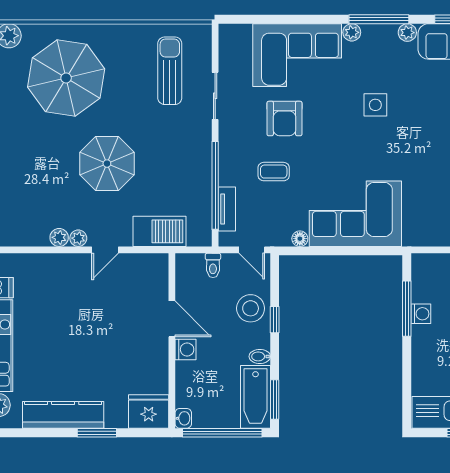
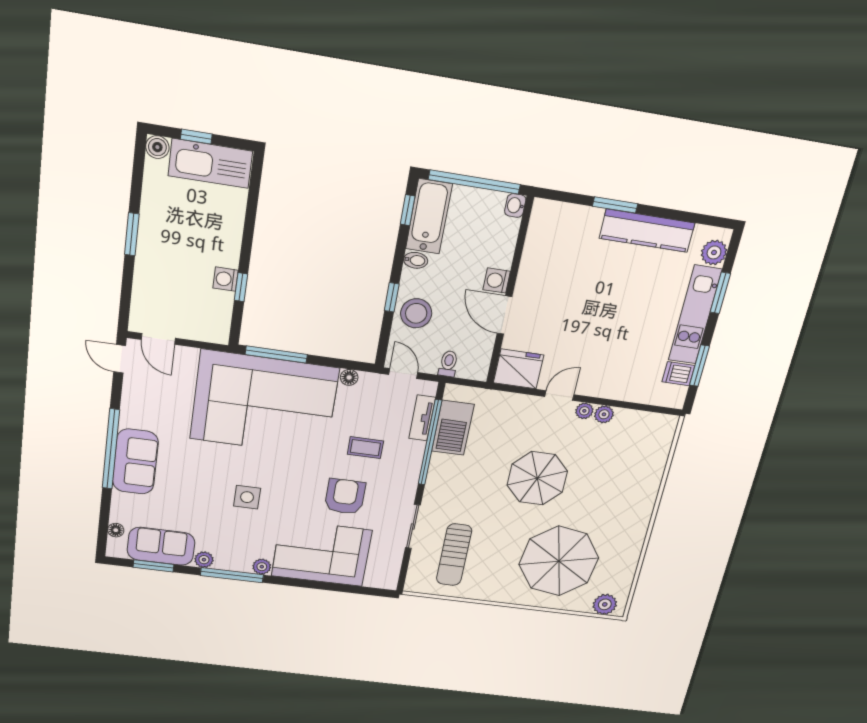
corner sofa: (355, 214) -> (264, 403), width x1.36, depth x1.36
barbecue: (160, 231) -> (453, 428), moved, turned -90
window: (368, 251) -> (276, 354), added
window: (407, 309) -> (241, 287), width x0.46
window: (275, 399) -> (408, 210), width x0.67
fridge: (149, 411) -> (519, 369), moved, turned 180

